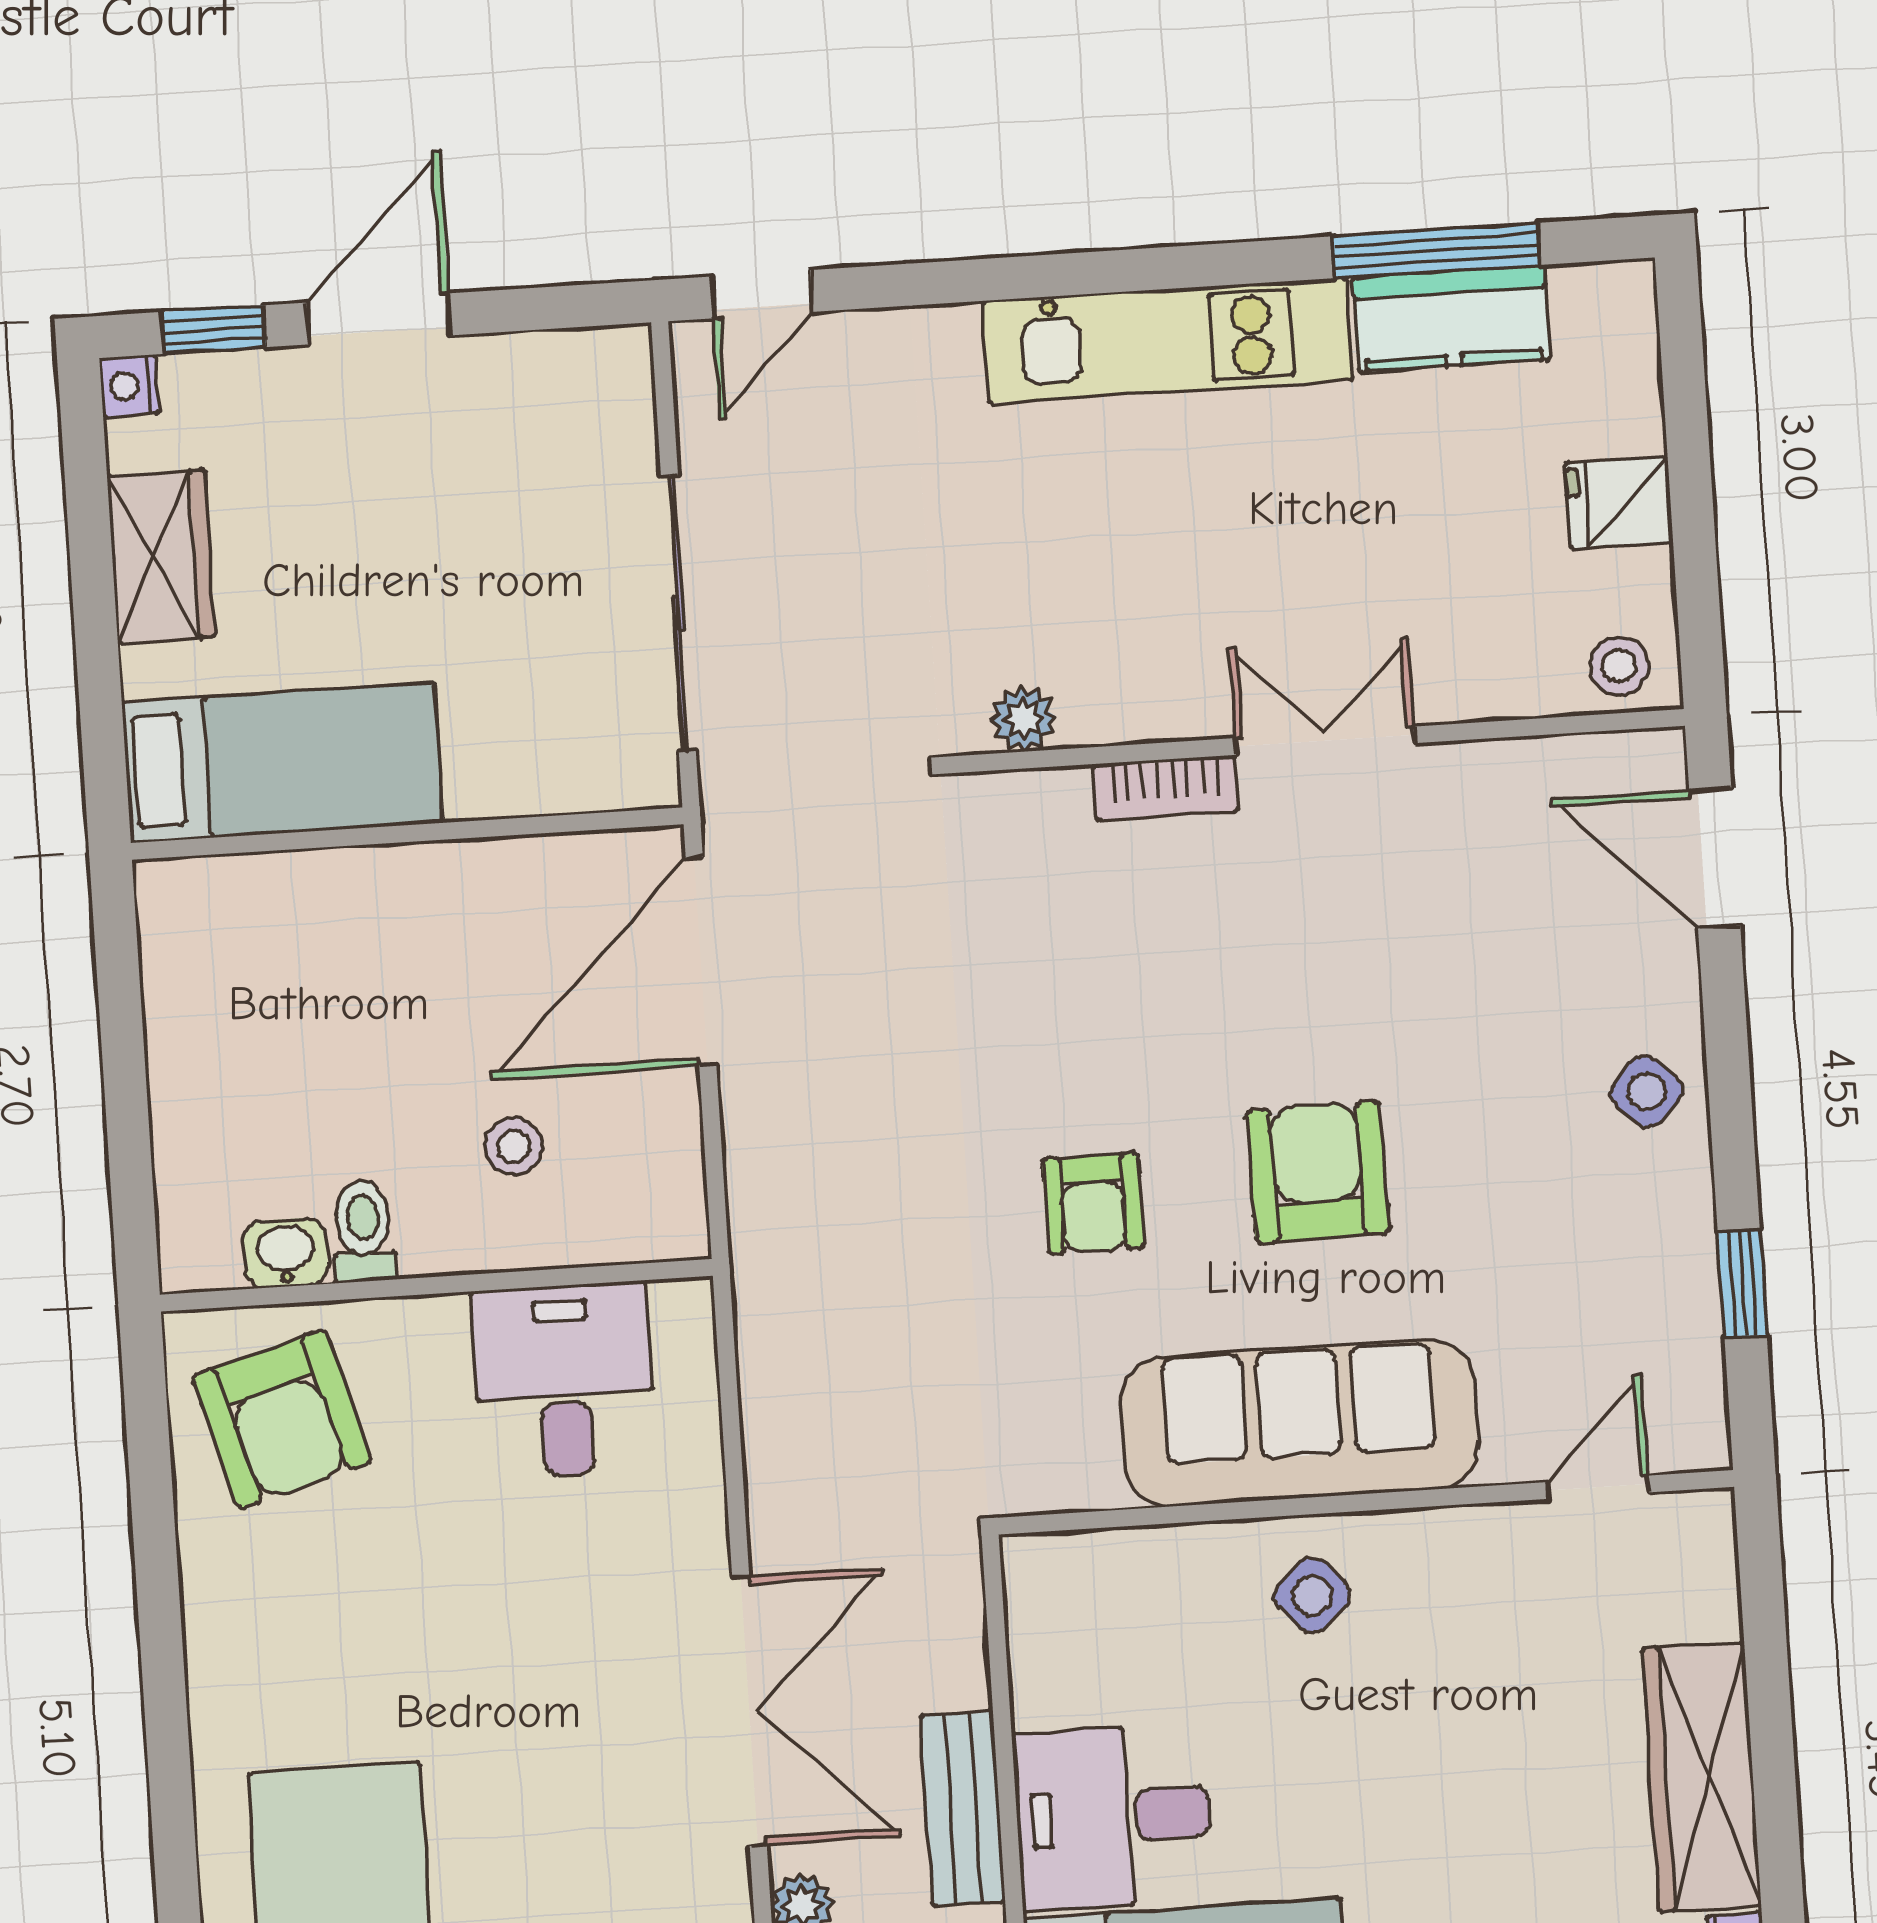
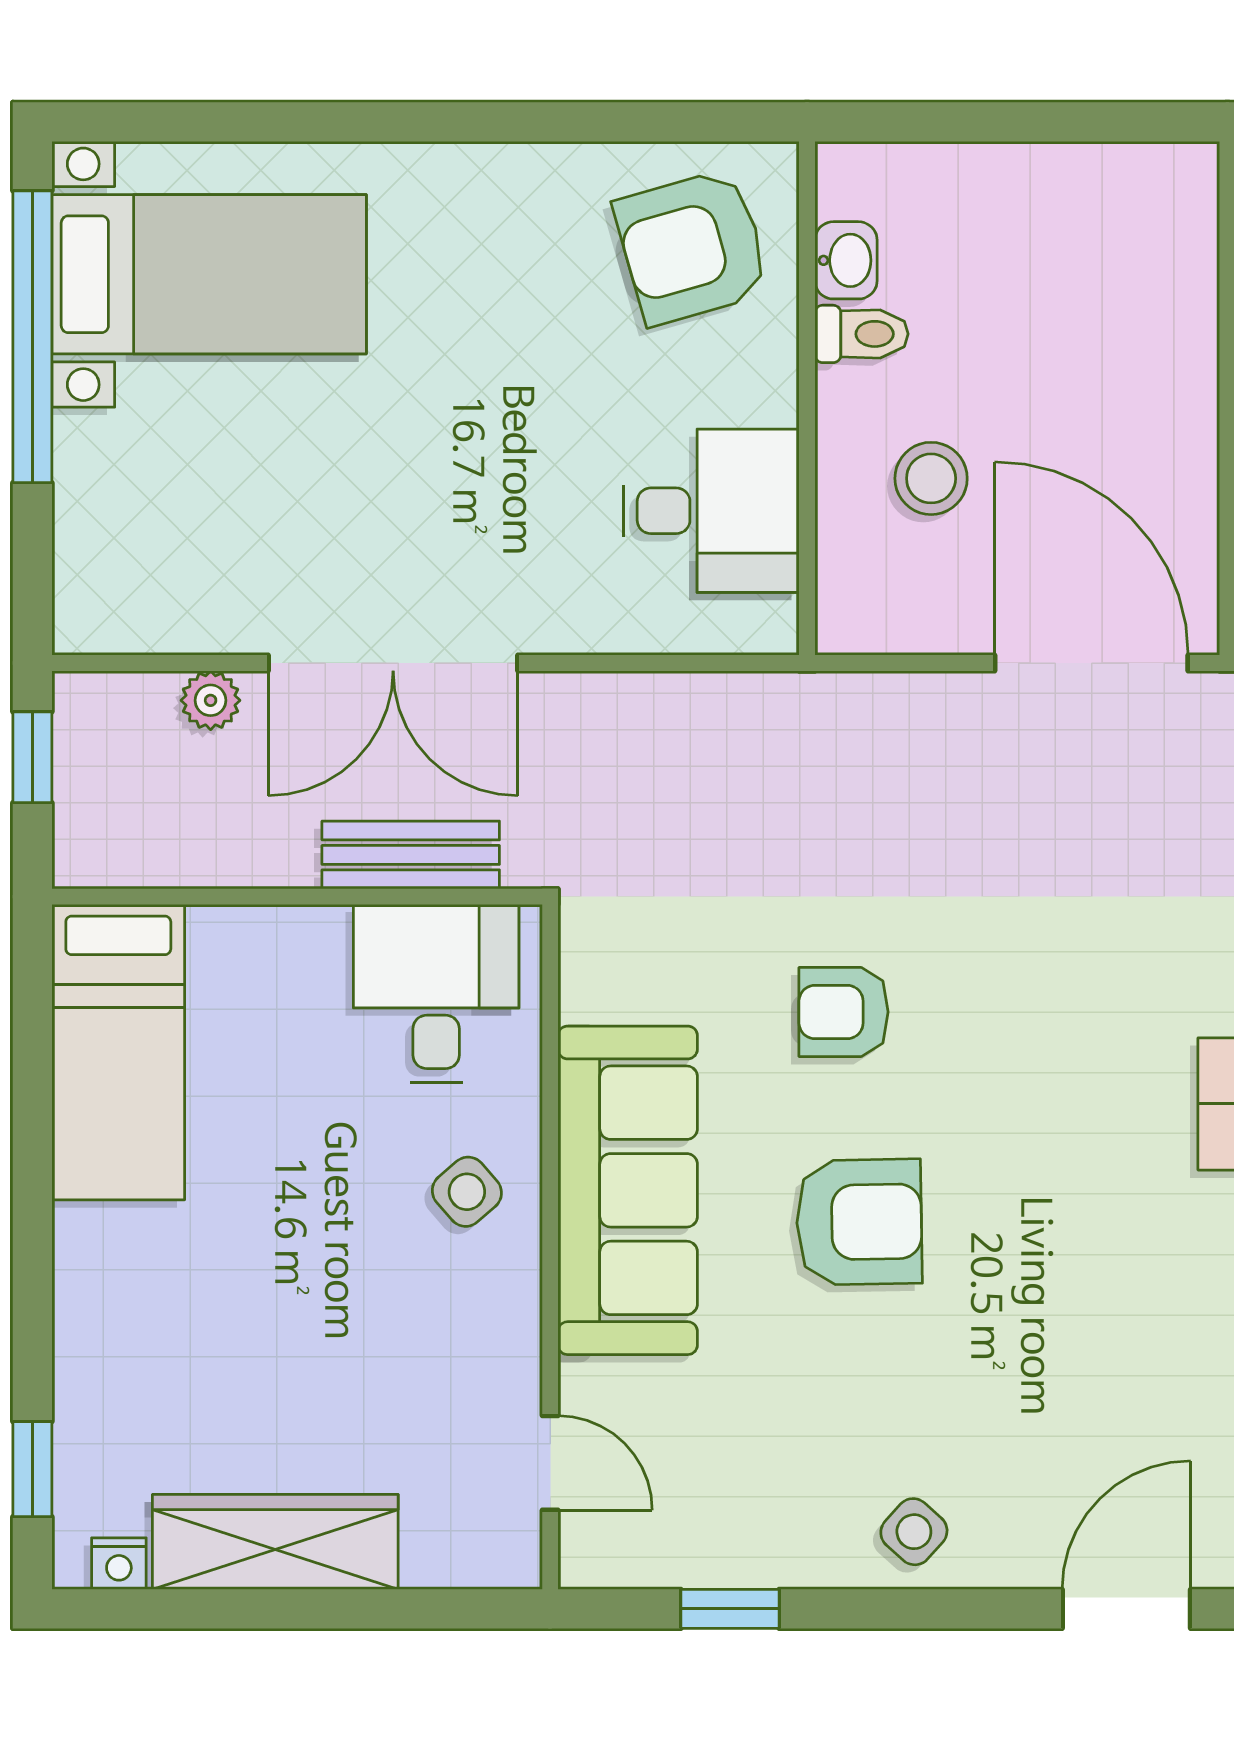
stool: (514, 1146) -> (931, 478), width x1.37, depth x1.37
bench: (963, 1808) -> (411, 855), moved
desk: (1113, 1817) -> (436, 994), moved

